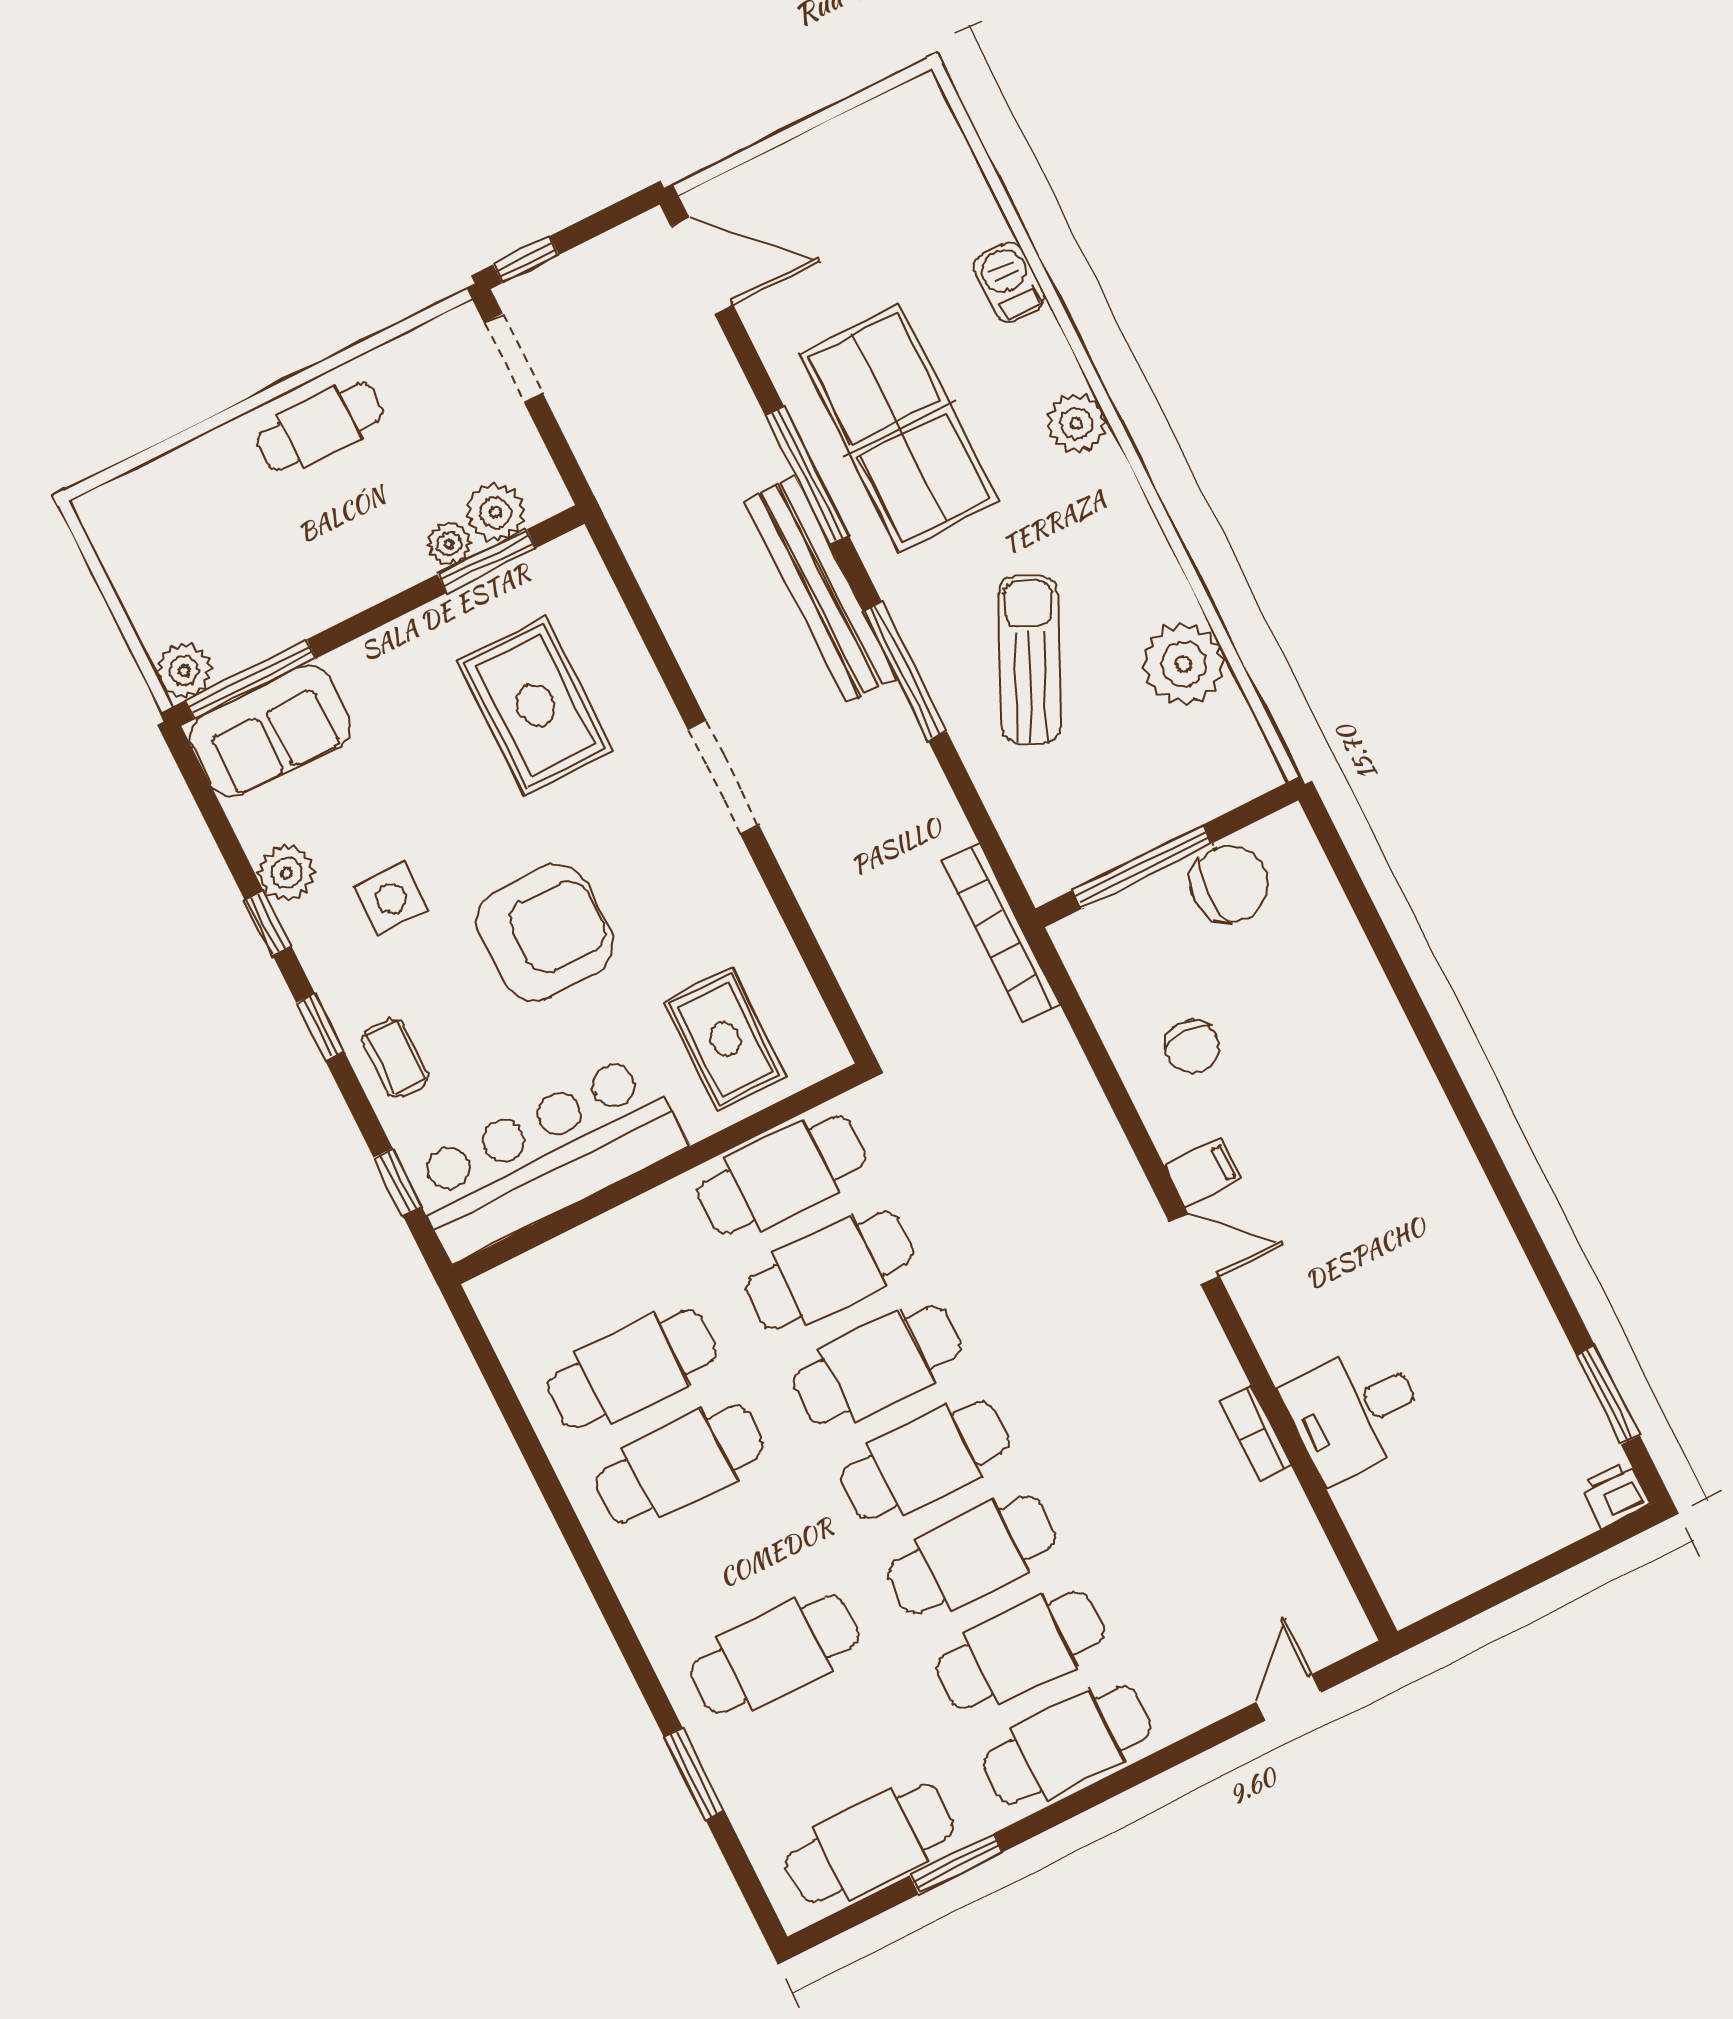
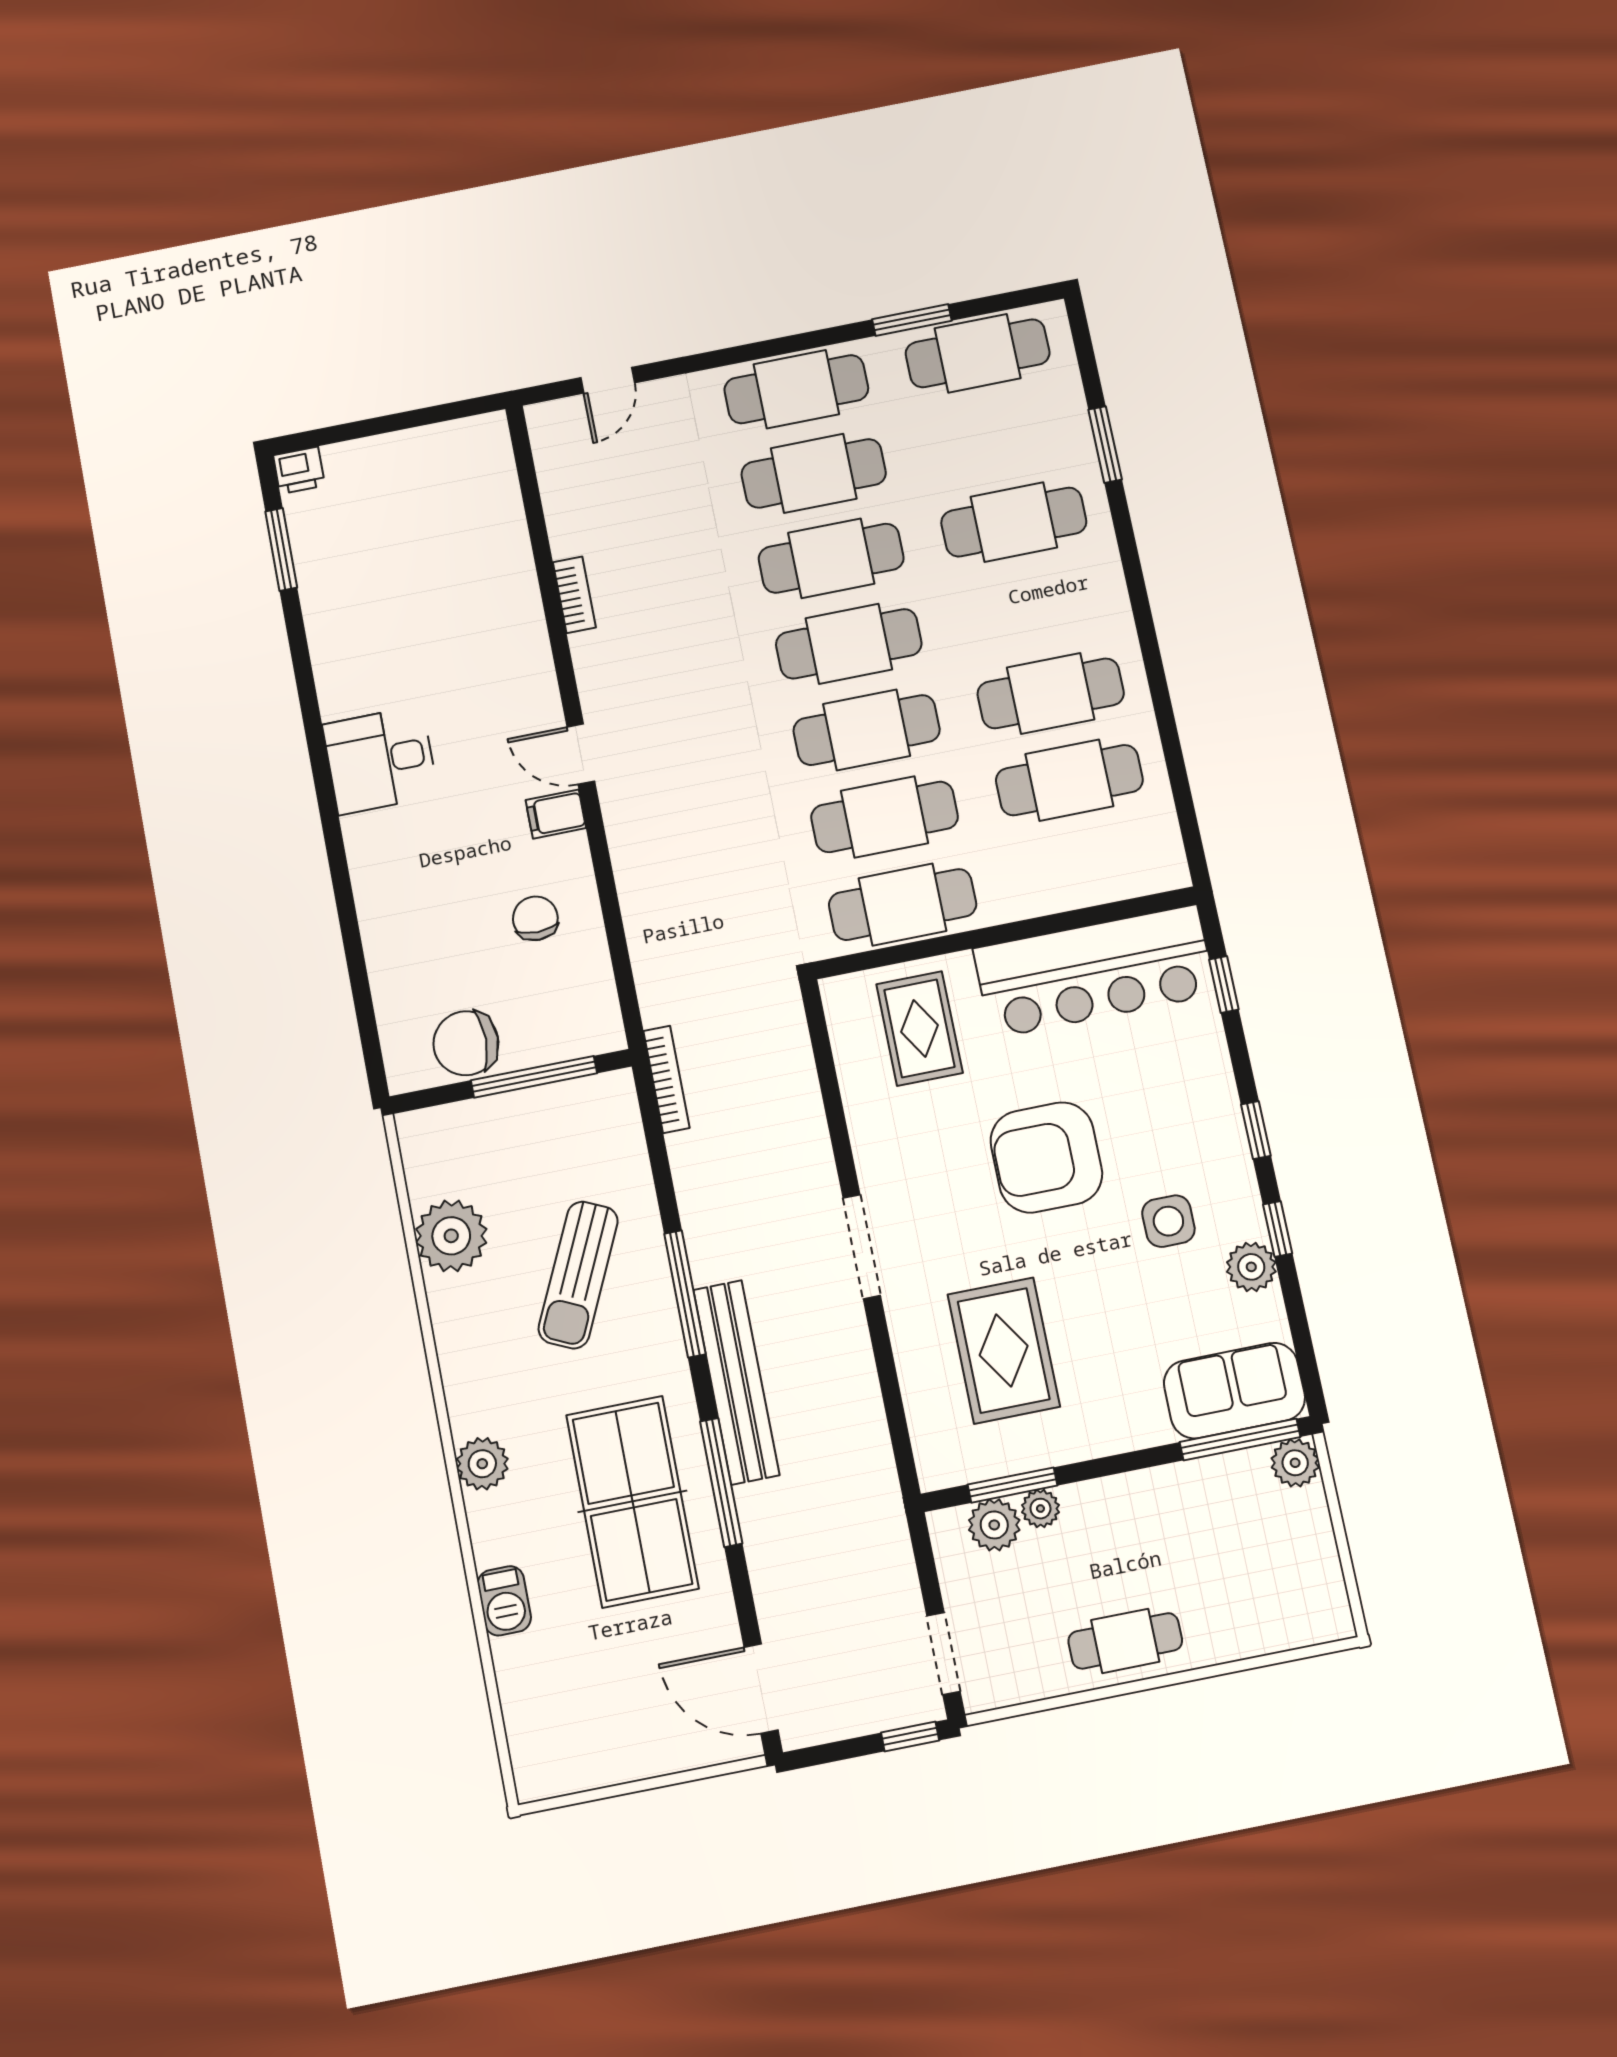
bookcase: (1001, 933) -> (666, 1079), width x0.68, depth x0.76
coffee table: (396, 1058) -> (1199, 1087), removed
desk: (1355, 1412) -> (380, 760), moved, turned 180

